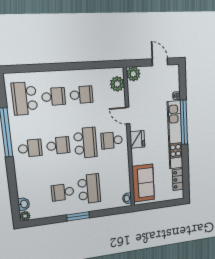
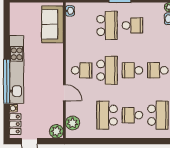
school desk: (81, 95) -> (107, 115), width x1.85
fridge: (137, 139) -> (56, 69), removed
school desk: (85, 143) -> (107, 70), turned 180
locker: (178, 180) -> (15, 124), moved
school desk: (89, 189) -> (107, 25), turned 180

